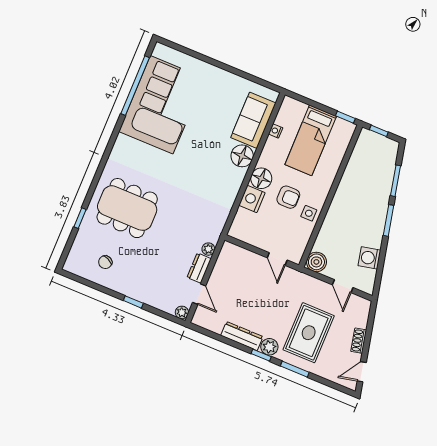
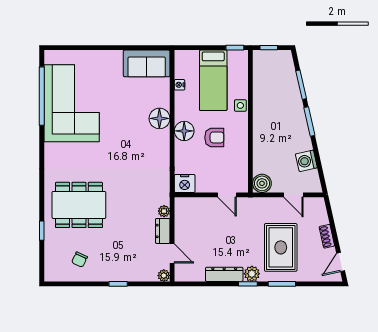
sofa: (253, 120) -> (147, 63), moved, turned -90
nightstand: (252, 199) -> (185, 184), moved, turned -90
side table: (309, 213) -> (240, 105), moved

